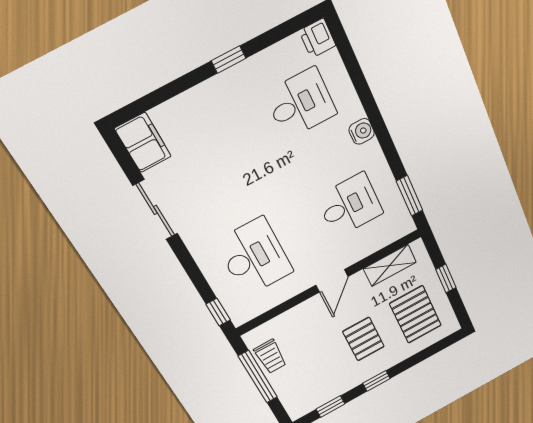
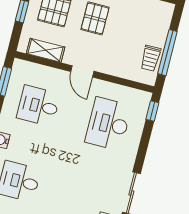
door: (332, 281) -> (82, 71), swing flipped
trolley: (270, 357) -> (151, 58), turned 180

